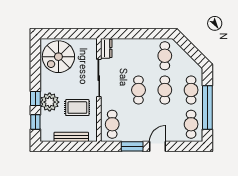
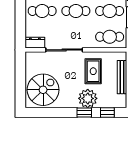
cafe table: (138, 56) -> (42, 11), added
spiral stairs: (58, 57) -> (43, 90), turned -90
cafe table: (138, 124) -> (110, 11), added

